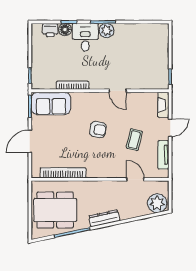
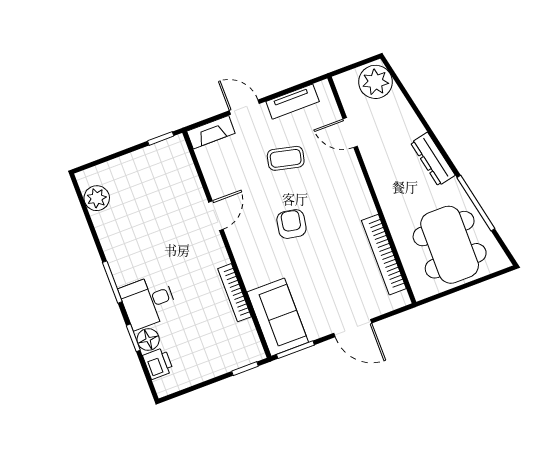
plant: (106, 30) -> (97, 198), moved
door: (135, 179) -> (350, 133), hinge flipped

